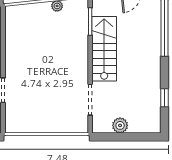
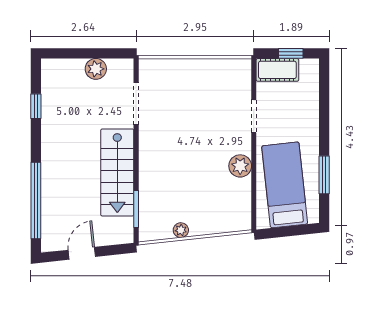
plant: (13, 54) -> (240, 166), added

